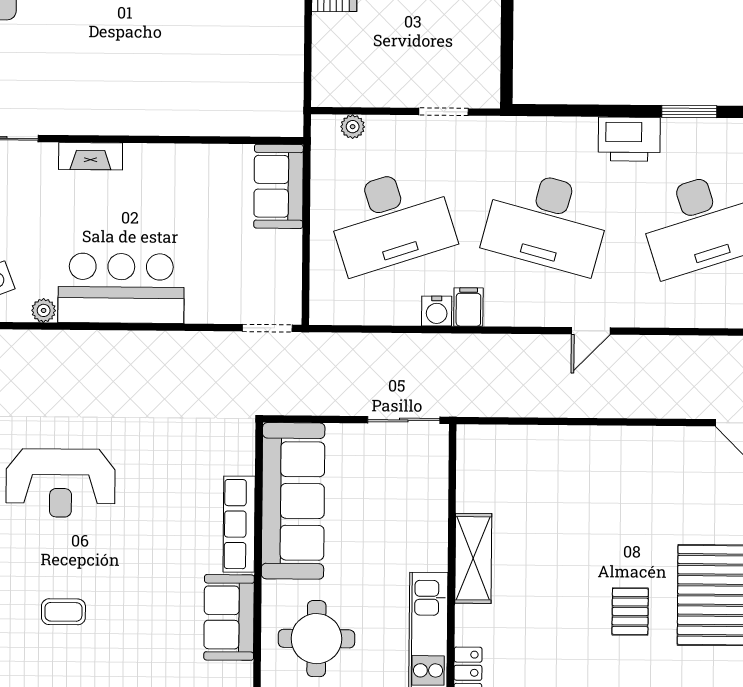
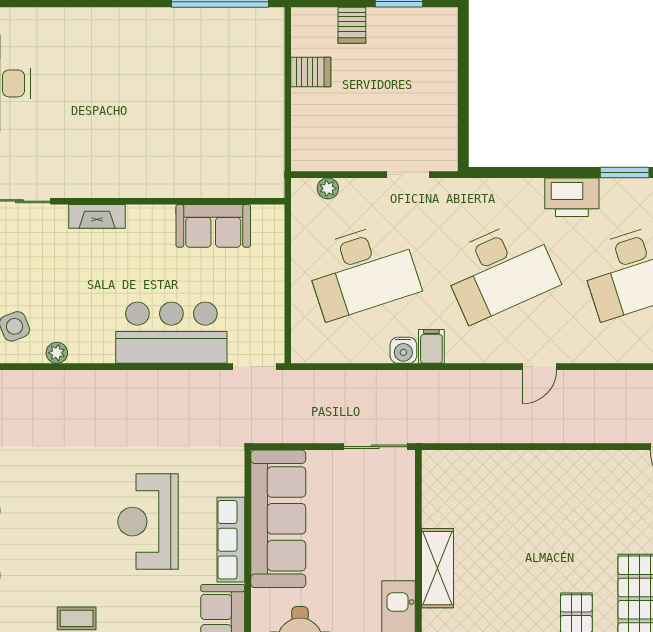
sofa: (279, 186) -> (213, 226), moved, turned -90
desk: (547, 222) -> (500, 271), turned -39
bar counter: (121, 288) -> (171, 333), moved
reception desk: (61, 483) -> (148, 522), moved, turned 90

